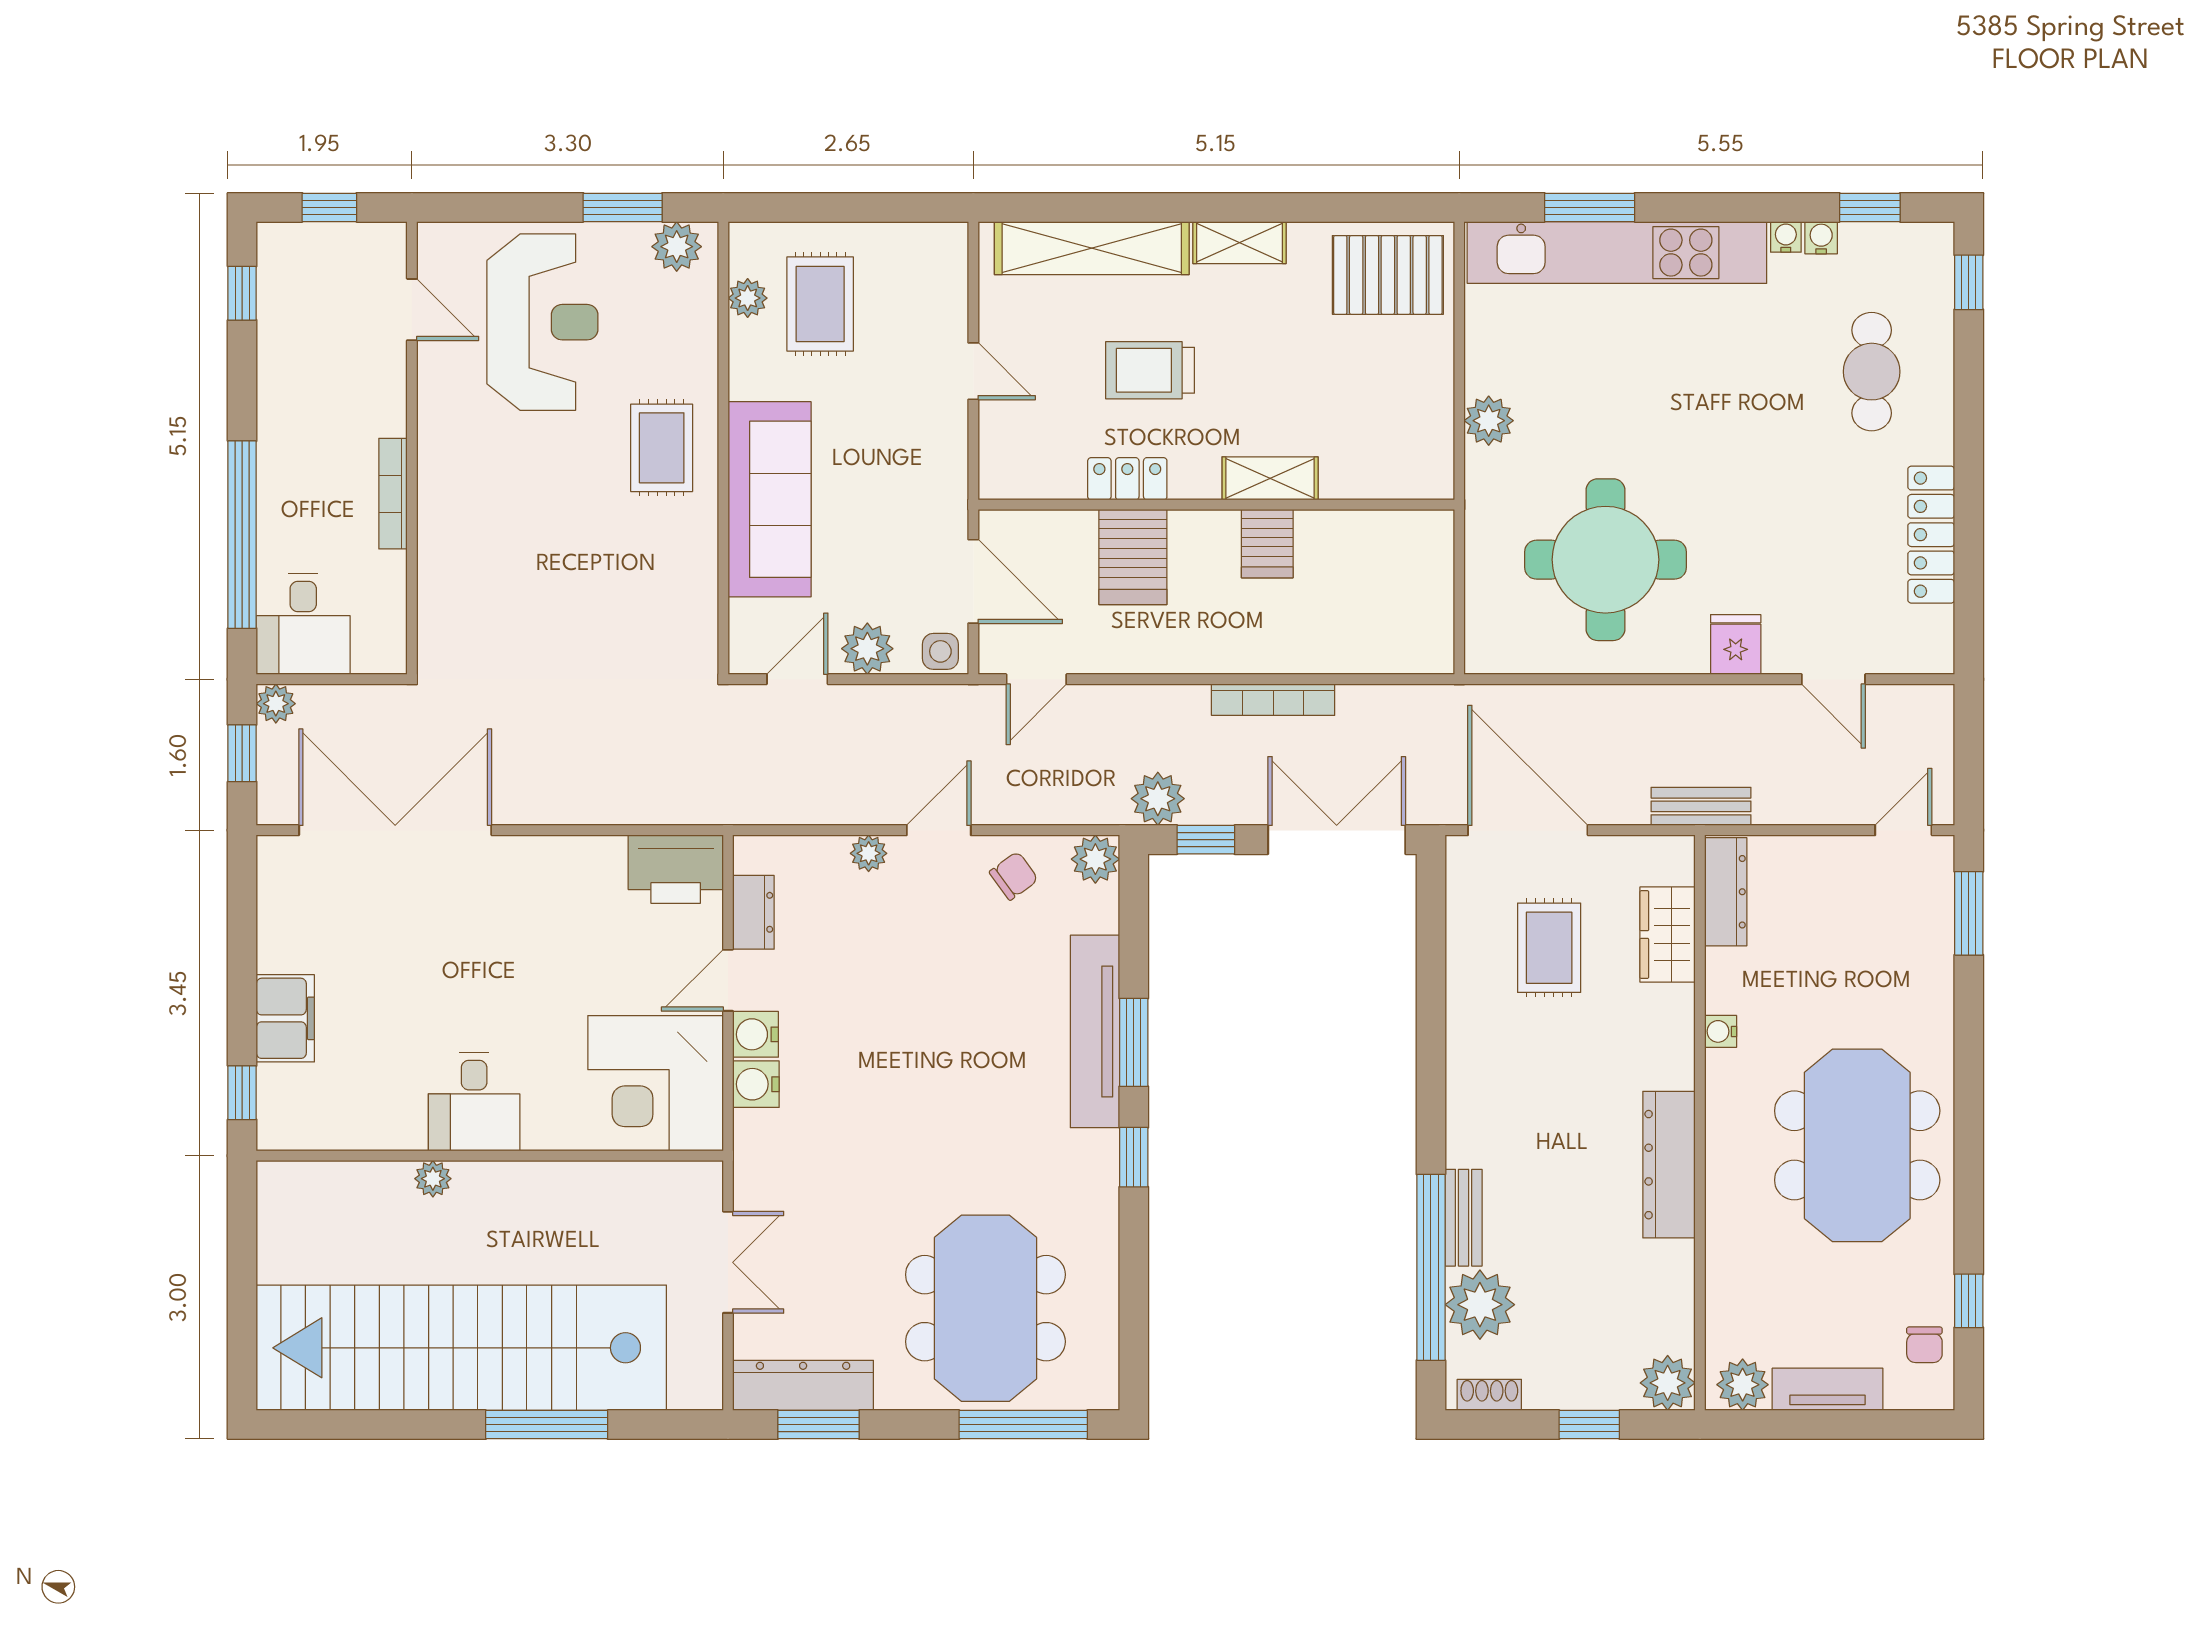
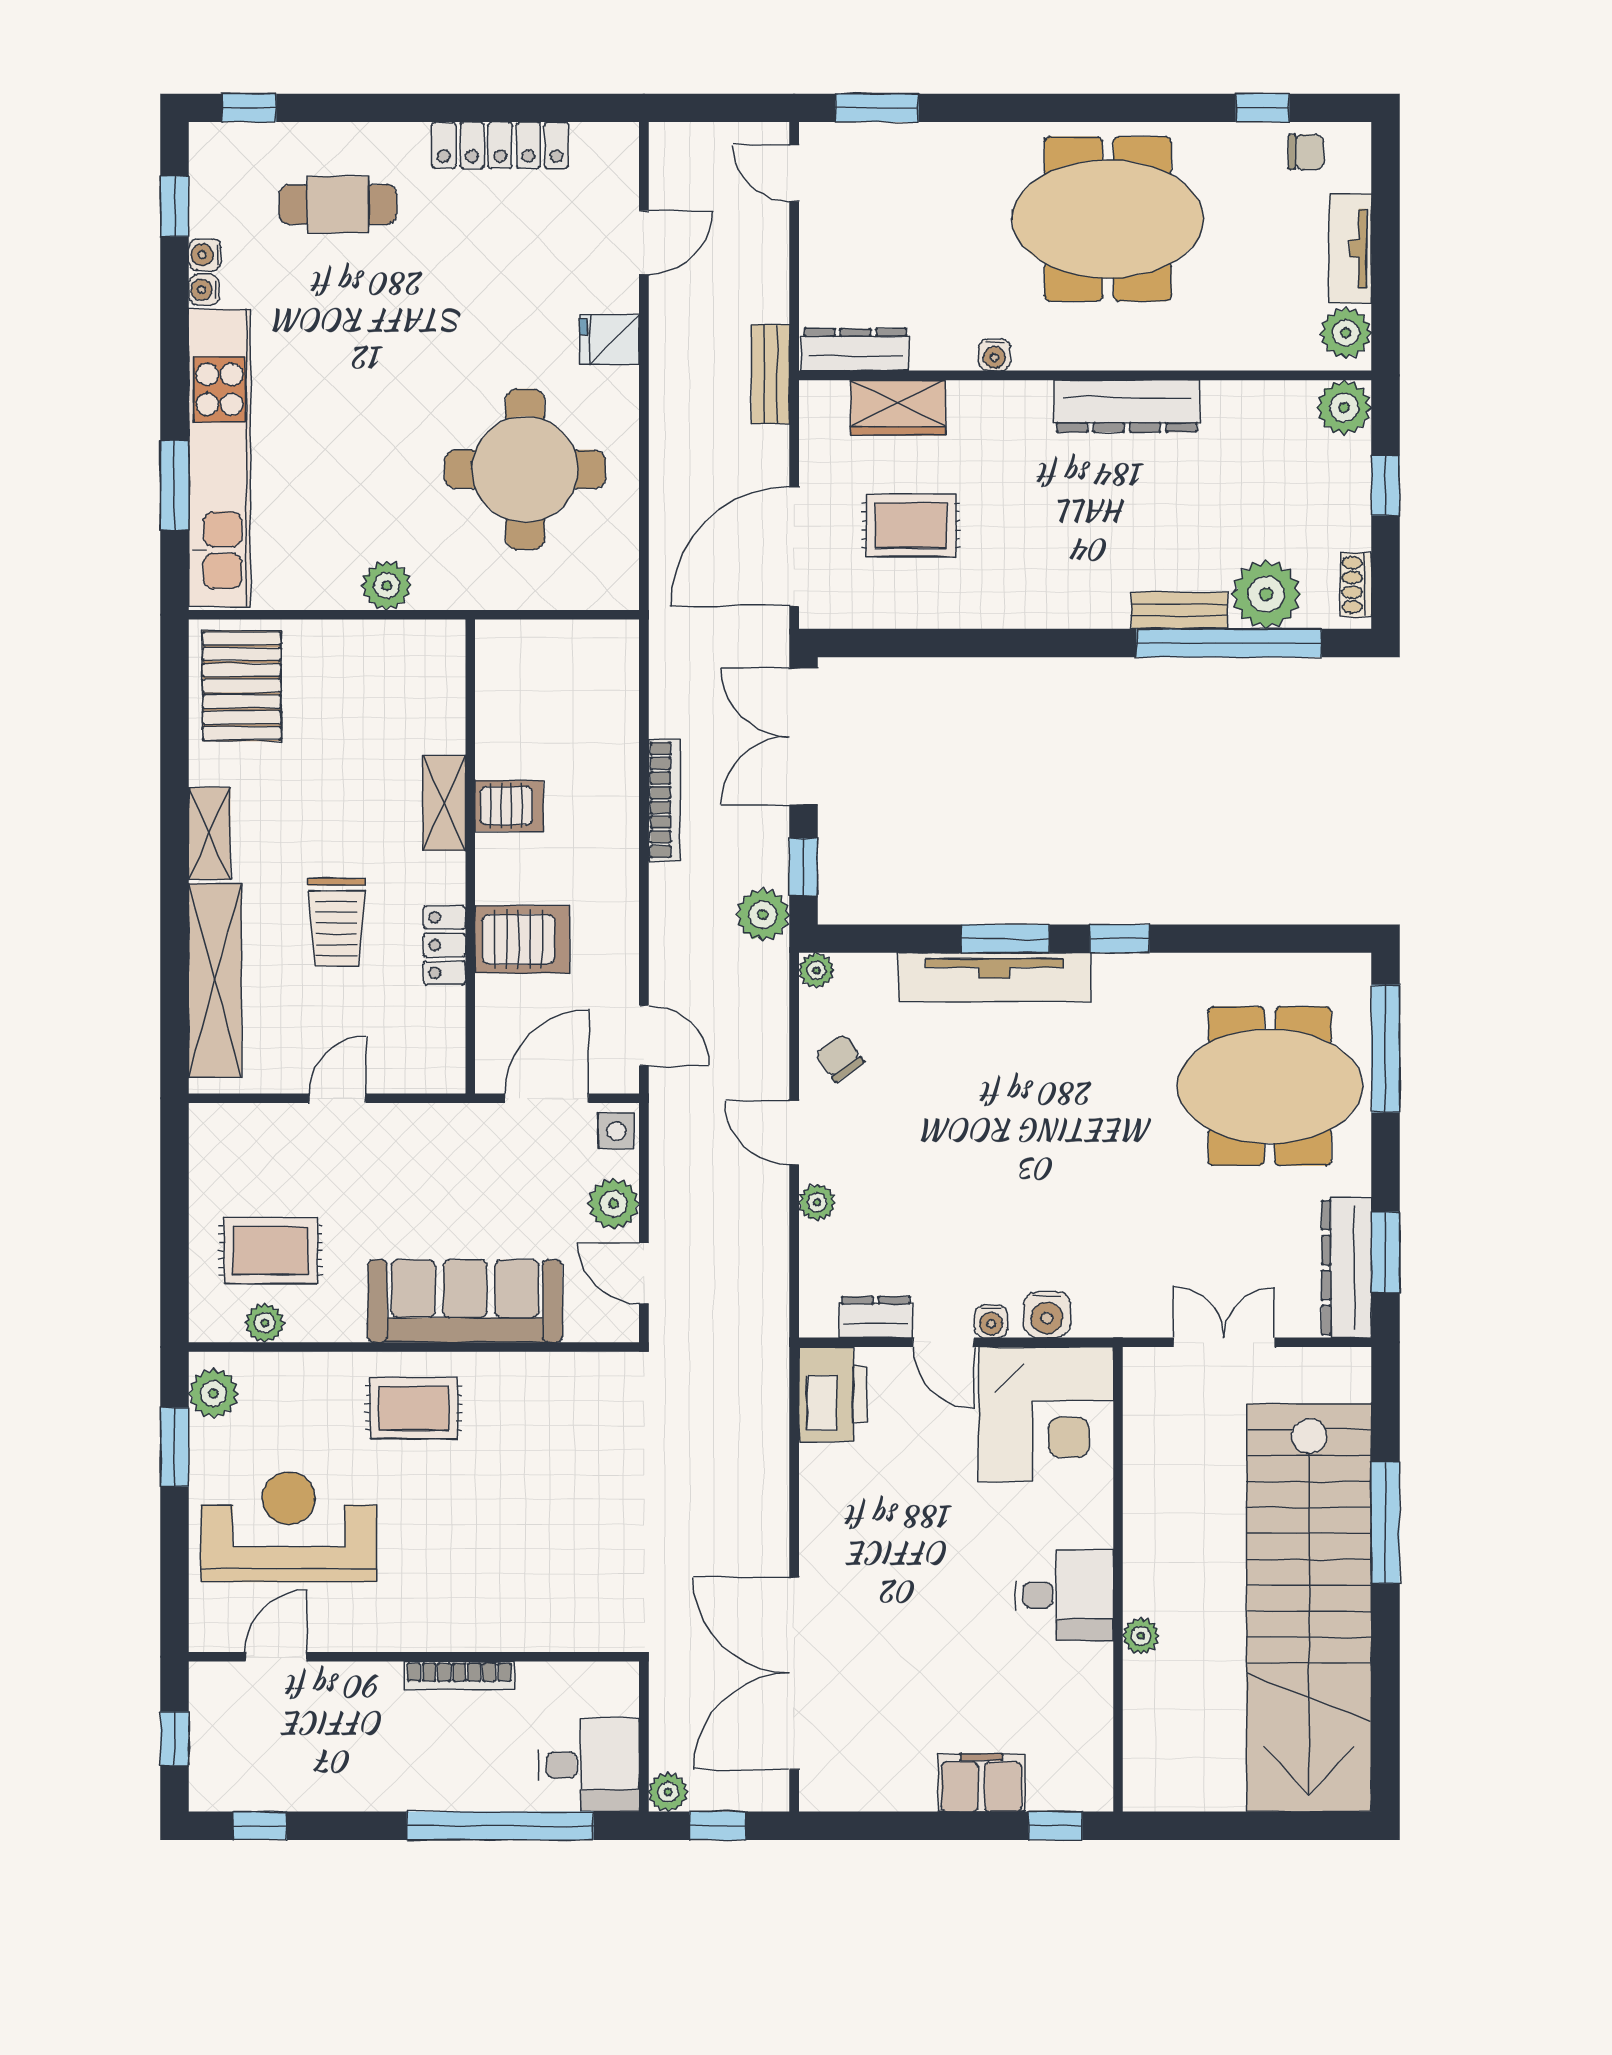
plant: (1095, 859) -> (816, 970), width x0.73, depth x0.73
water cooler: (756, 1034) -> (991, 1321), width x0.72, depth x0.72

